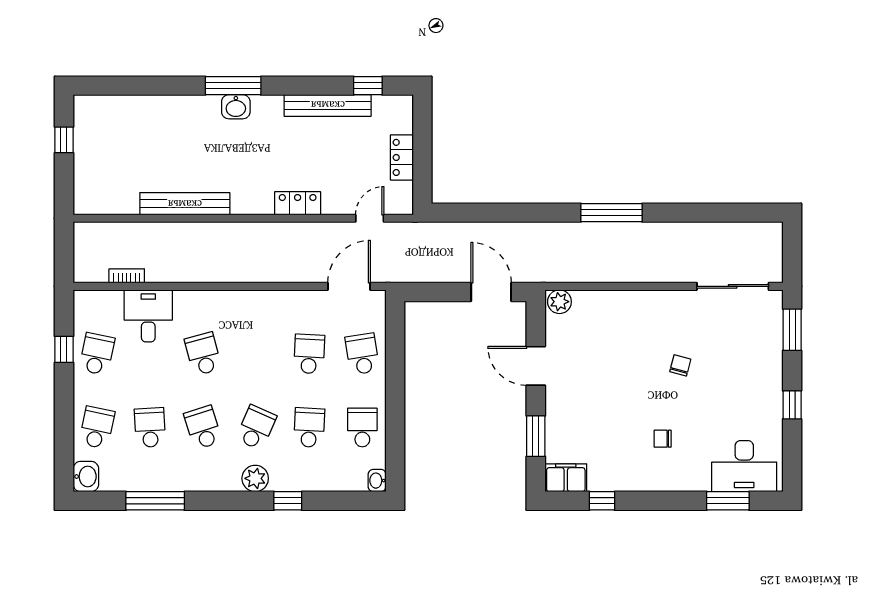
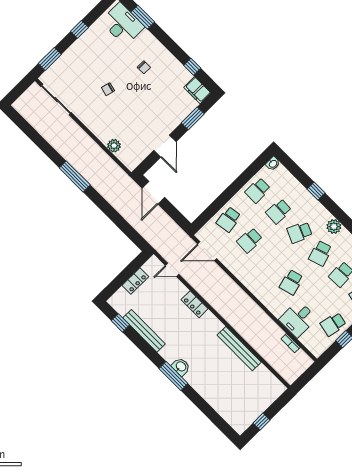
plant: (559, 302) -> (114, 146), moved
plant: (255, 478) -> (334, 227), moved

